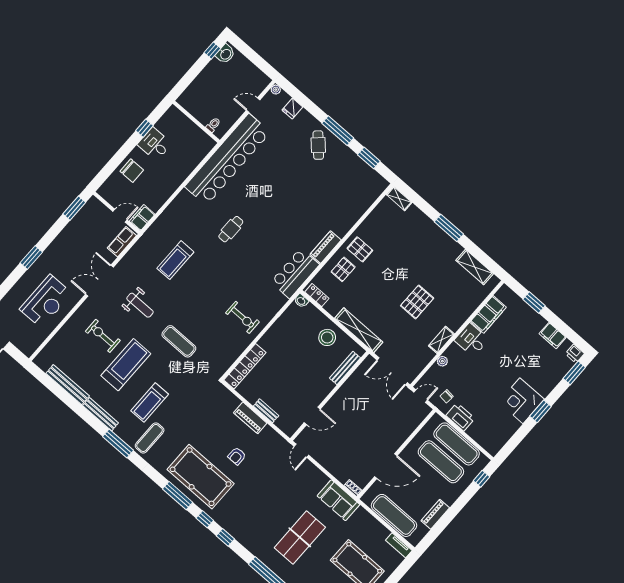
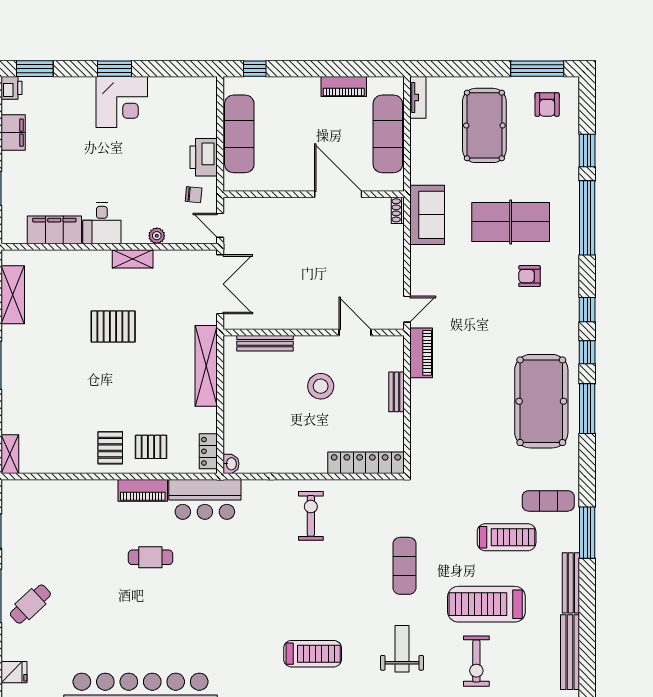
cafe table: (231, 229) -> (150, 557), moved
stool: (327, 337) -> (321, 386), moved
piano: (250, 418) -> (421, 353), moved
armchair: (237, 456) -> (529, 276), moved, turned 180
exercise mat: (441, 462) -> (276, 134), removed

